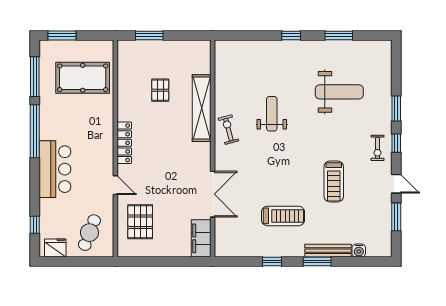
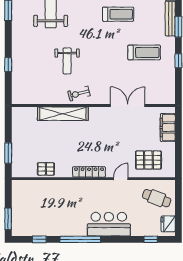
window: (291, 35) -> (8, 65), moved
window: (35, 77) -> (39, 239), width x0.46
pool table: (83, 78) -> (40, 203), removed
pallet: (160, 90) -> (46, 169), moved
weight bench: (272, 114) -> (67, 61), turned -90
treadmill: (283, 216) -> (144, 52), turned 90
filing cabinet: (201, 238) -> (168, 128), moved, turned 90

